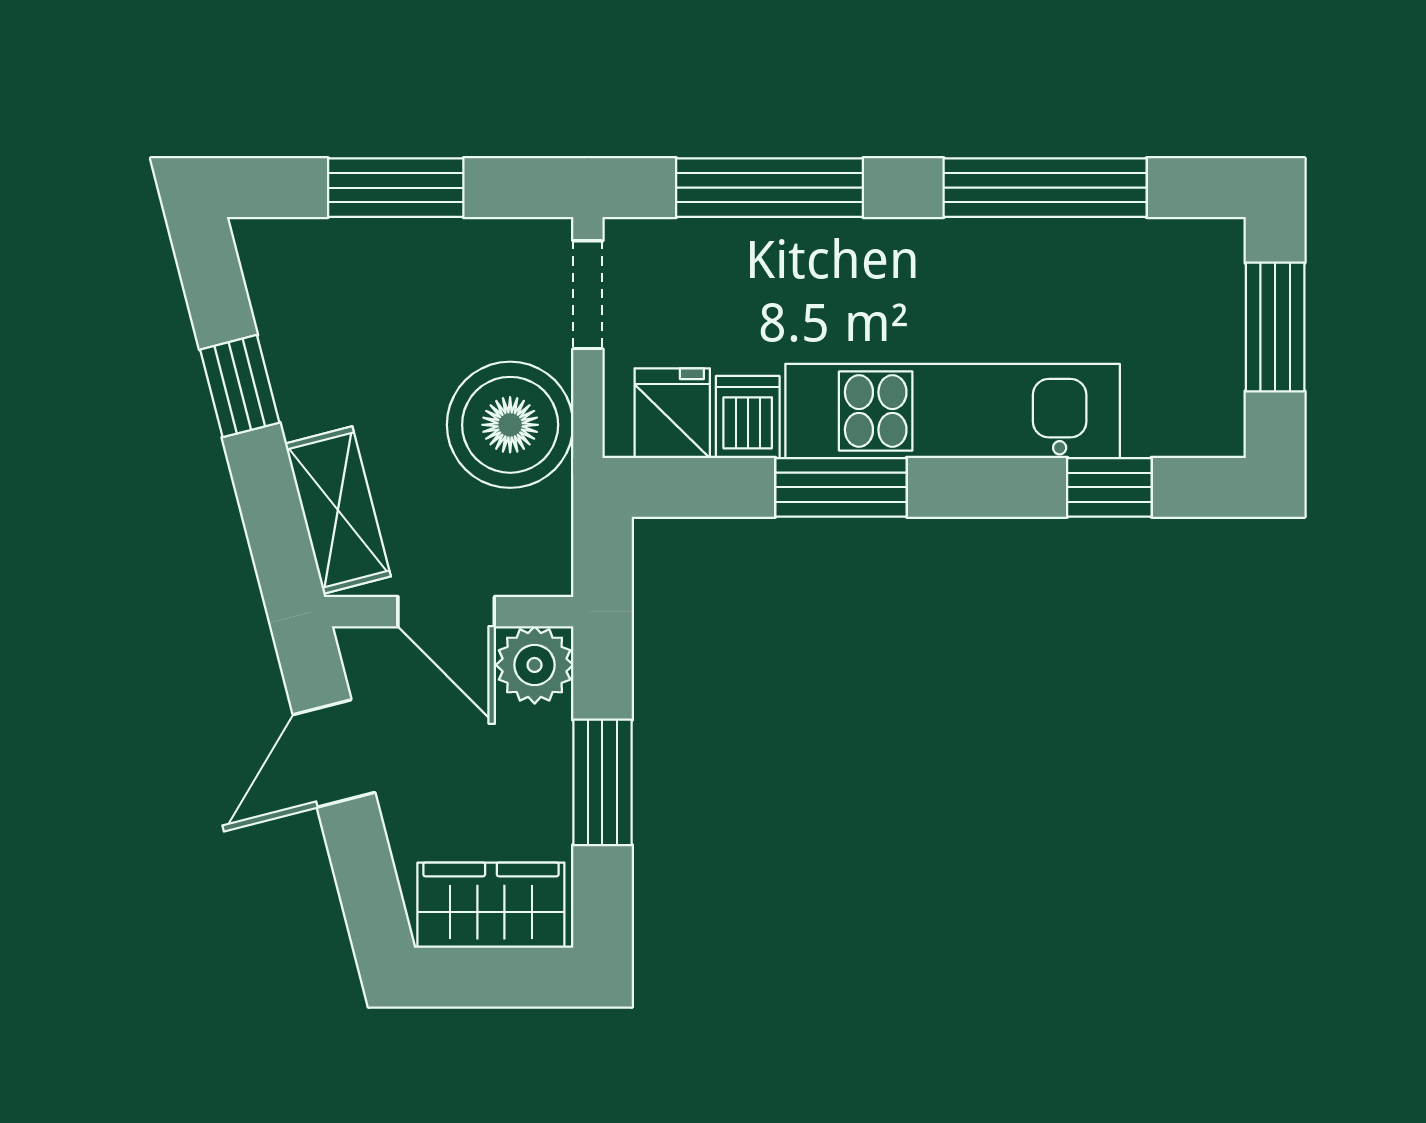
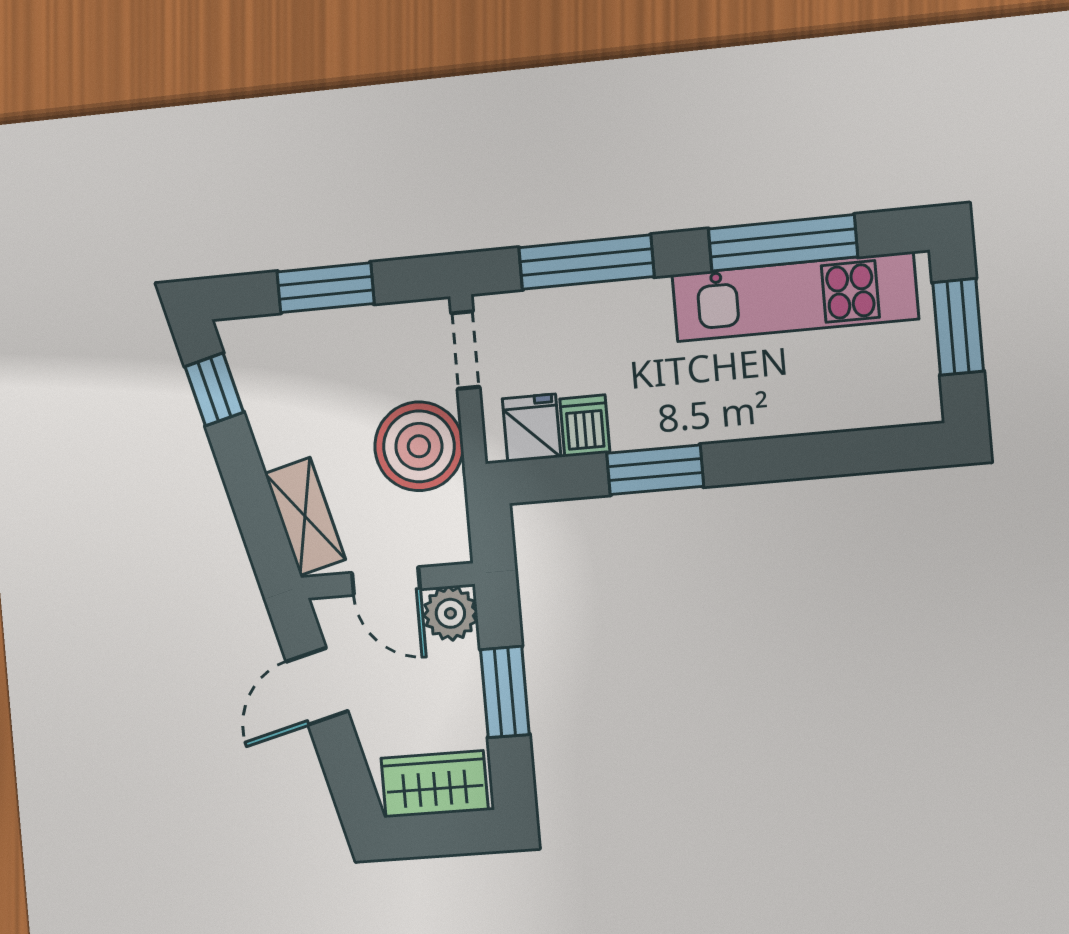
window: (240, 386) -> (214, 389), moved
kitchen unit: (953, 411) -> (795, 297), moved, turned 180
window: (1109, 487) -> (848, 453), removed

